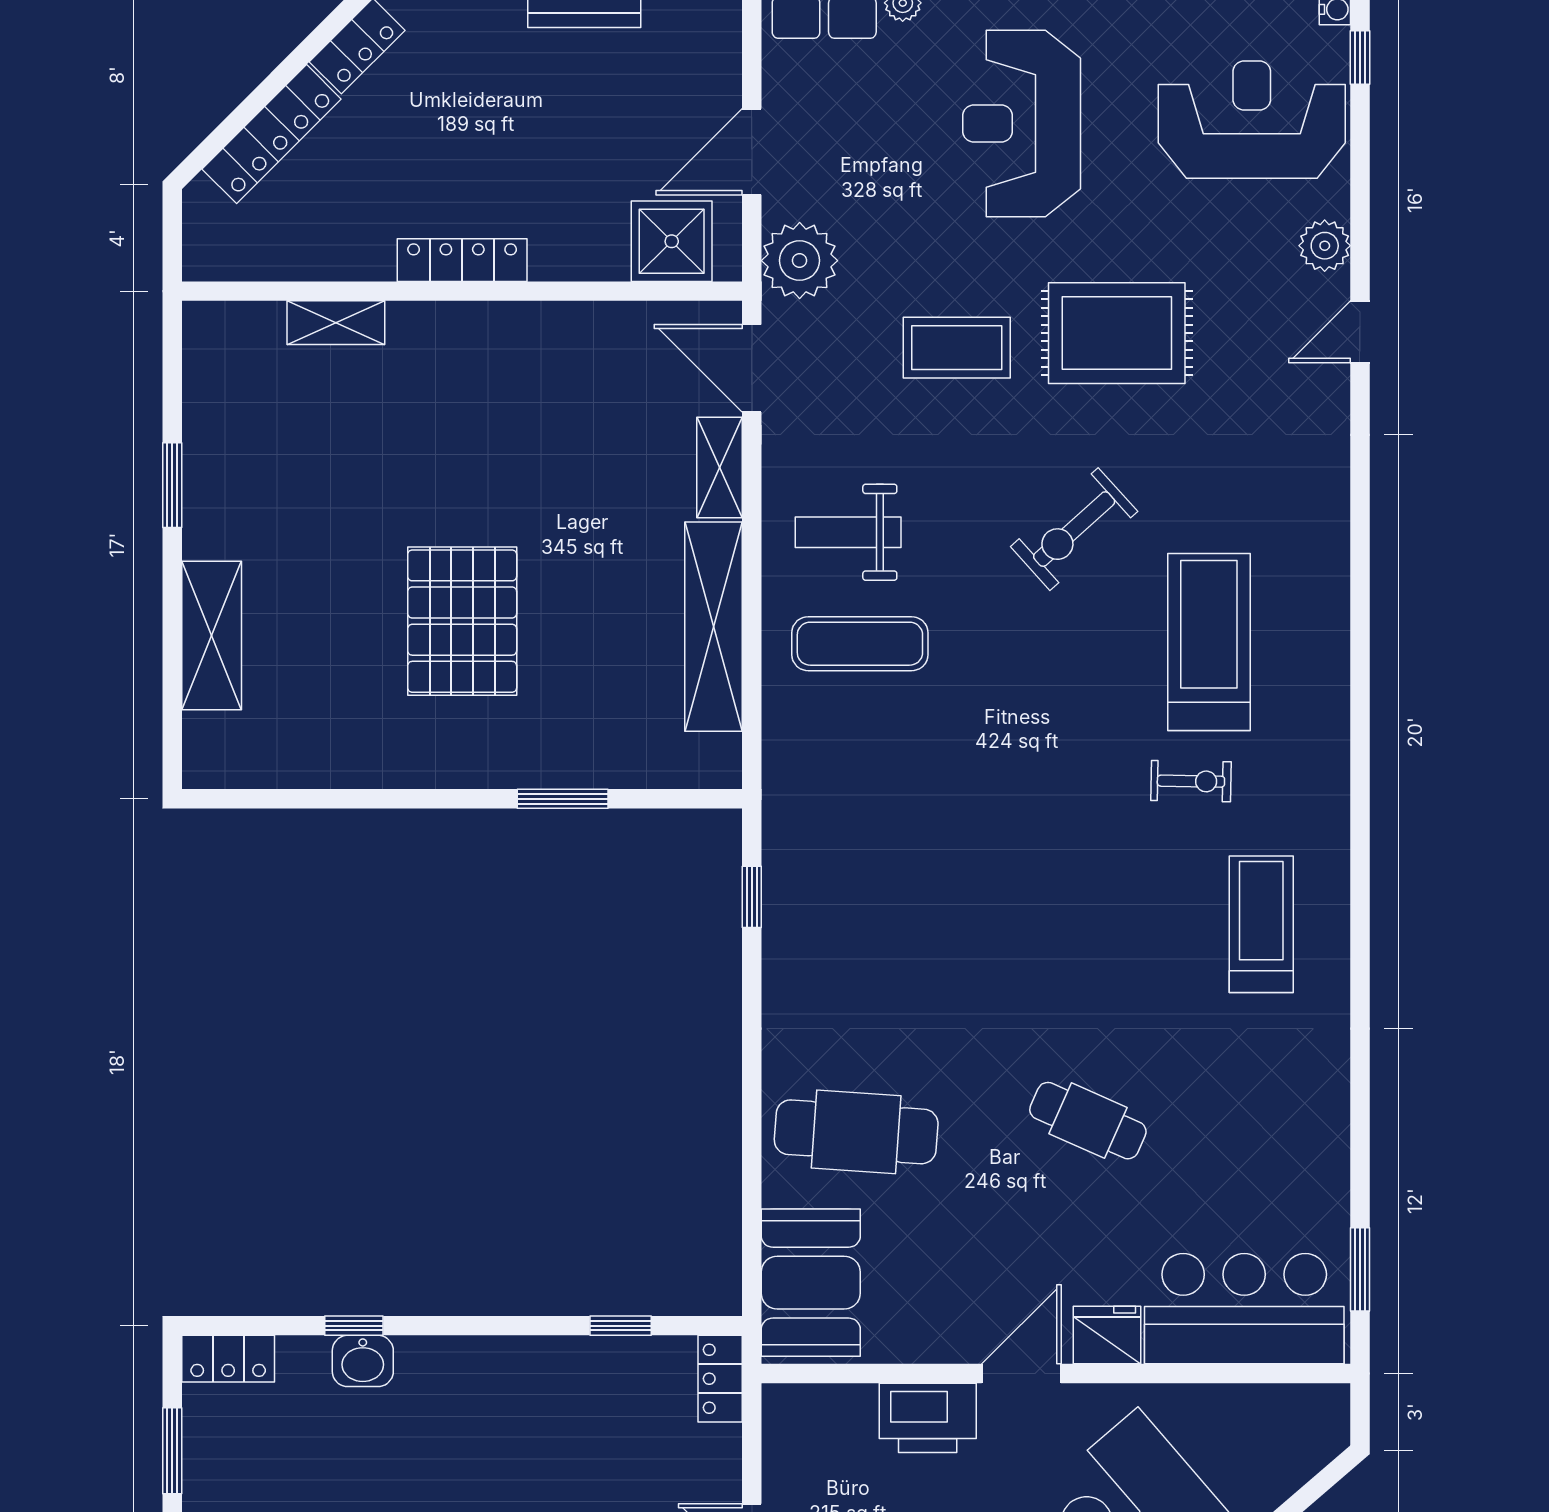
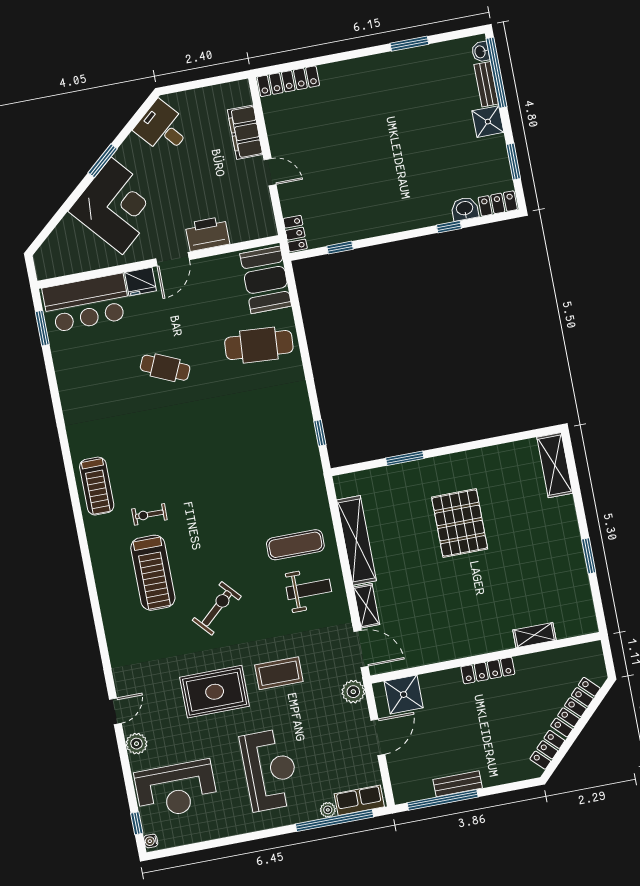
plant: (800, 261) -> (353, 692), width x0.73, depth x0.73
shelving: (212, 636) -> (555, 465), moved
treadmill: (1261, 924) -> (97, 486), moved
washbasin: (363, 1361) -> (465, 209), moved

